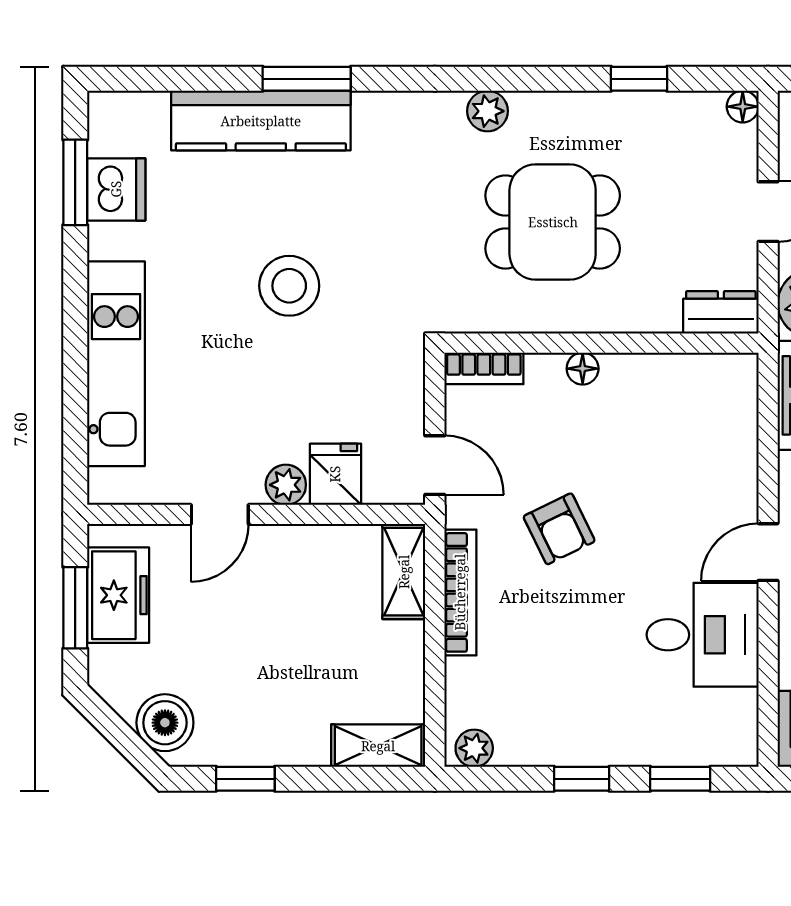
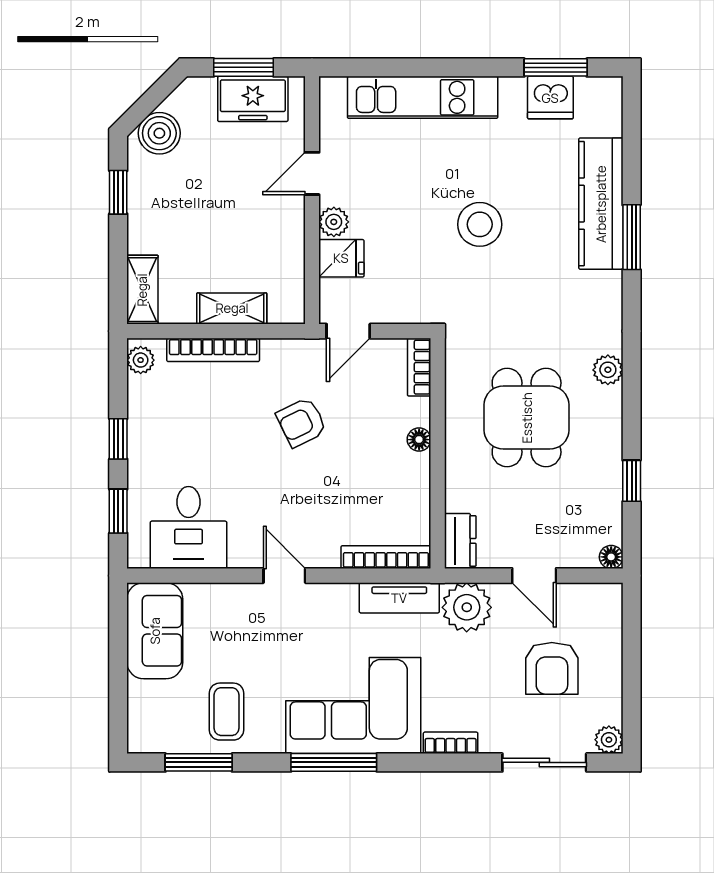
bookcase: (743, 414) -> (386, 557), added
door: (220, 514) -> (312, 173), hinge flipped
shelving: (404, 572) -> (232, 308), moved
bookcase: (460, 592) -> (213, 350), moved
desk: (703, 635) -> (189, 528), moved

